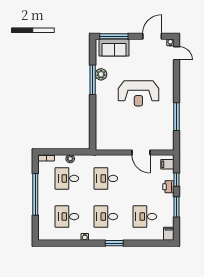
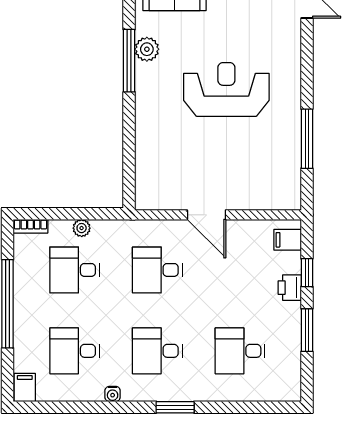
reception desk: (138, 93) -> (226, 90), turned 180
door: (141, 152) -> (206, 215), moved
filing cabinet: (169, 234) -> (25, 387), moved

